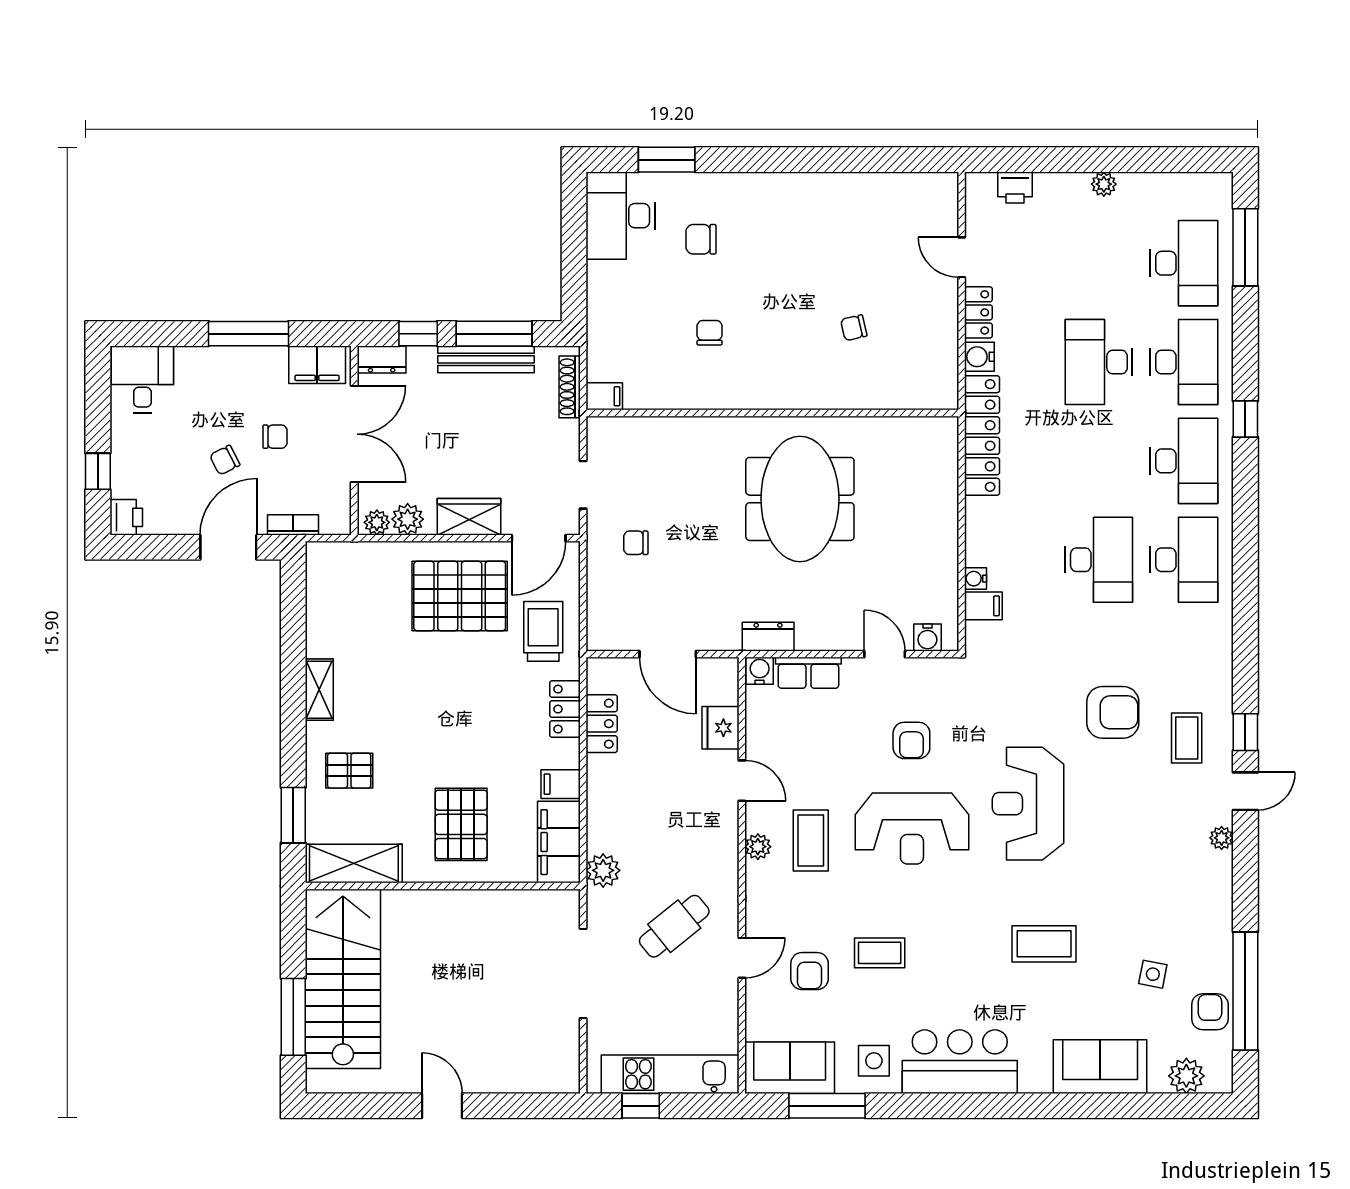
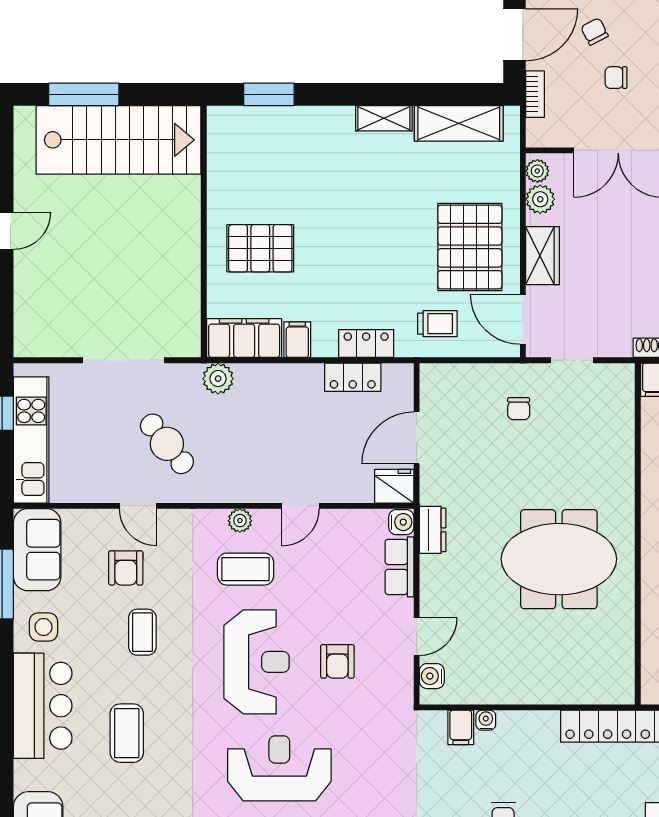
chair: (275, 437) -> (616, 78), turned 90
chair: (636, 543) -> (519, 409), turned 180
door: (228, 547) -> (515, 35), hinge flipped
trolley: (543, 631) -> (437, 324), width x0.73, depth x0.72
fridge: (720, 728) -> (394, 486), moved
armchair: (911, 740) -> (337, 661), turned -90
pallet: (349, 771) -> (310, 146), removed
reception desk: (912, 829) -> (256, 662), turned 180
shelving: (354, 864) -> (459, 123), moved, turned 90
coffee table: (1044, 944) -> (127, 733), moved
armchair: (810, 971) -> (126, 568), turned -90

